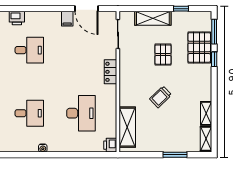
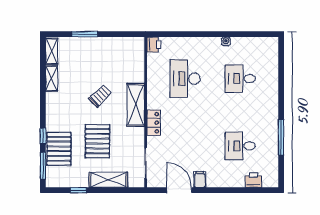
pallet: (163, 55) -> (97, 141), width x1.50, depth x1.42
shelving: (127, 127) -> (136, 105), moved

